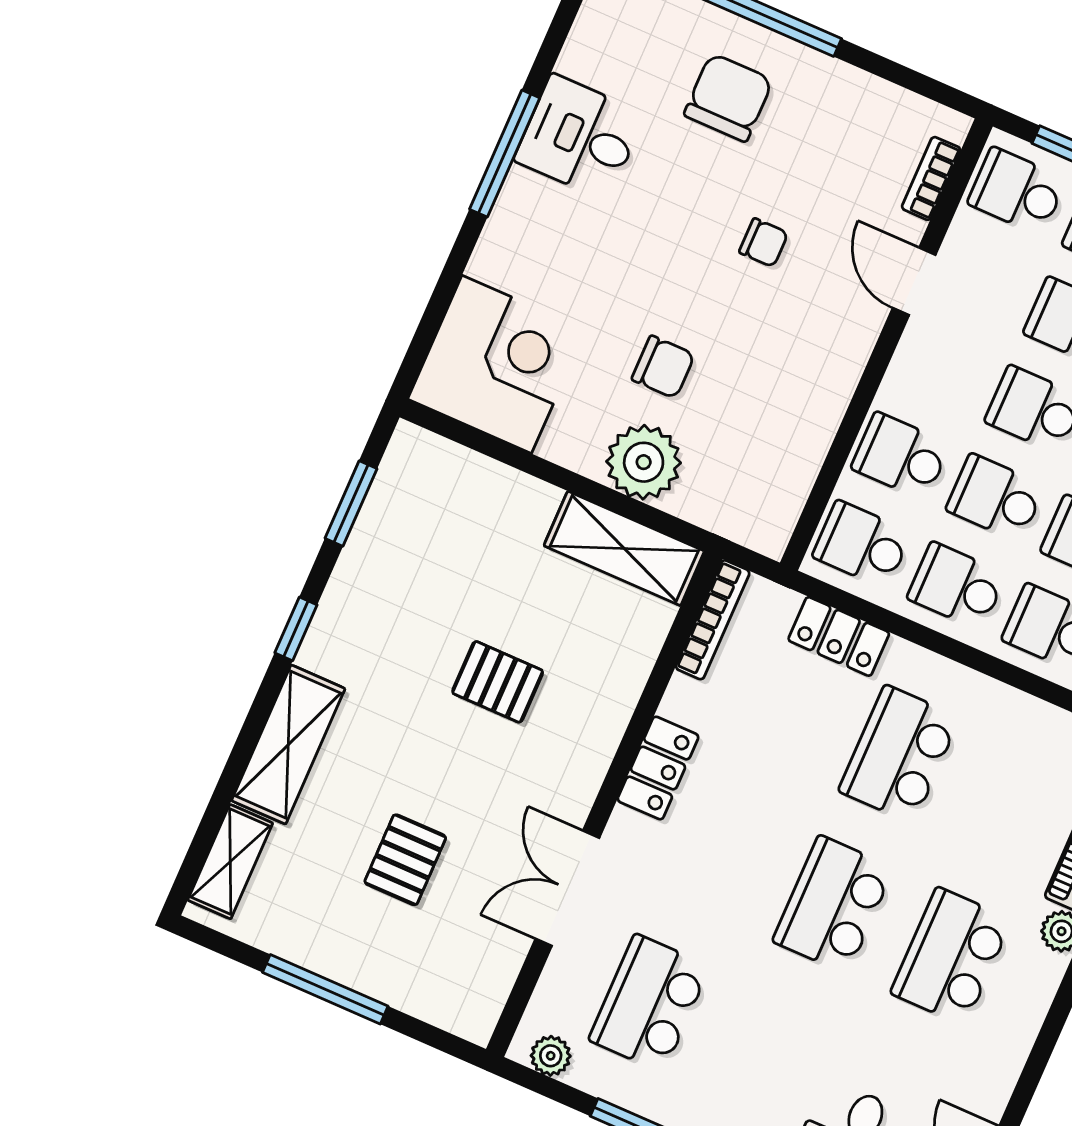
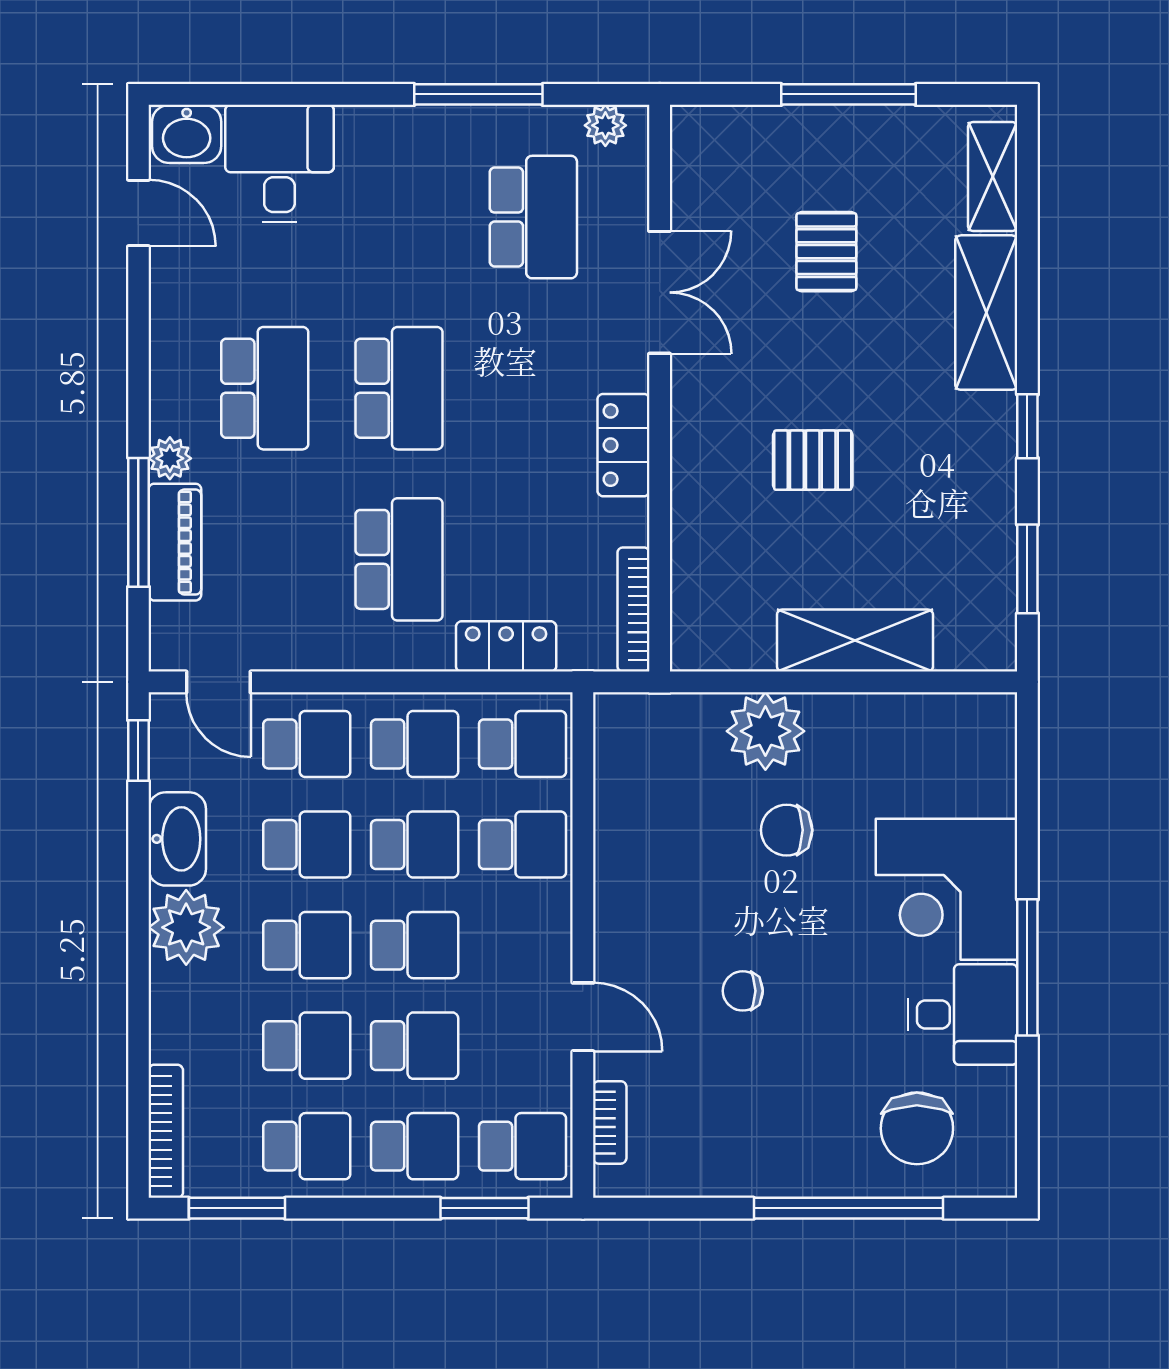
chair: (728, 97) -> (917, 1128), moved
corner desk: (497, 364) -> (947, 889), moved
shelving: (624, 548) -> (855, 641), moved

